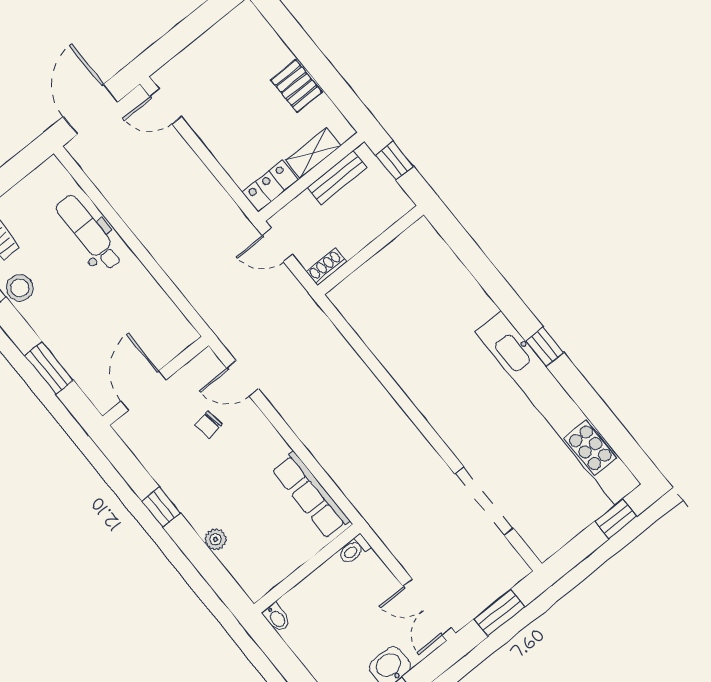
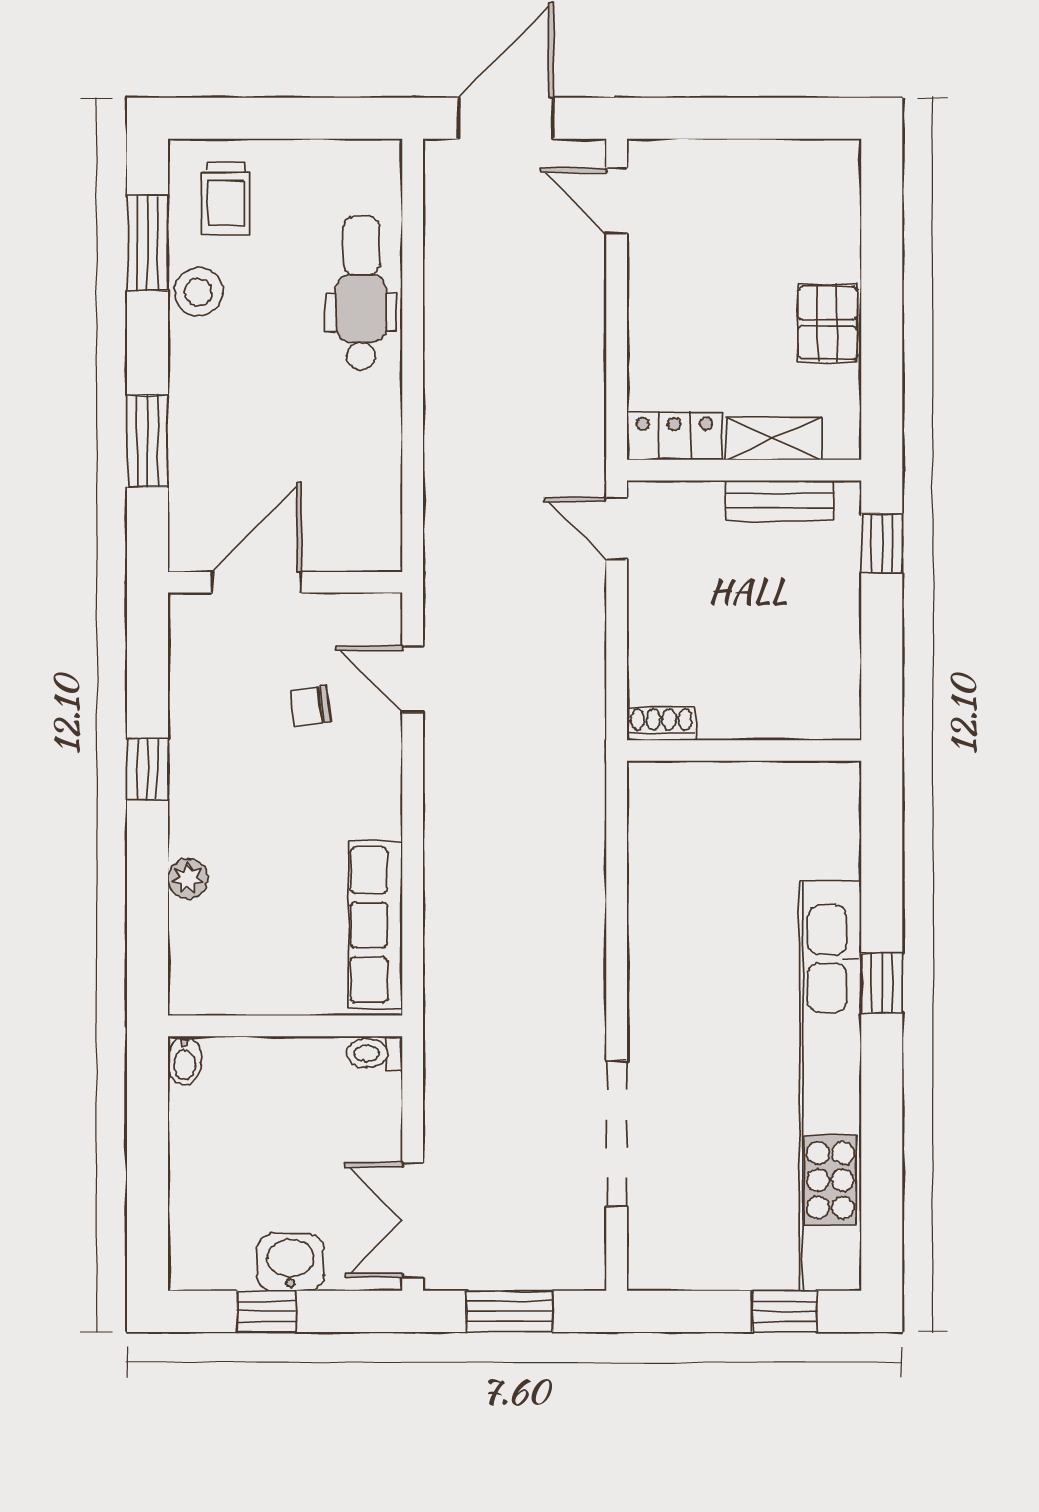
wall: (371, 250) -> (744, 751), moved
shoe rack: (326, 267) -> (661, 724), moved

